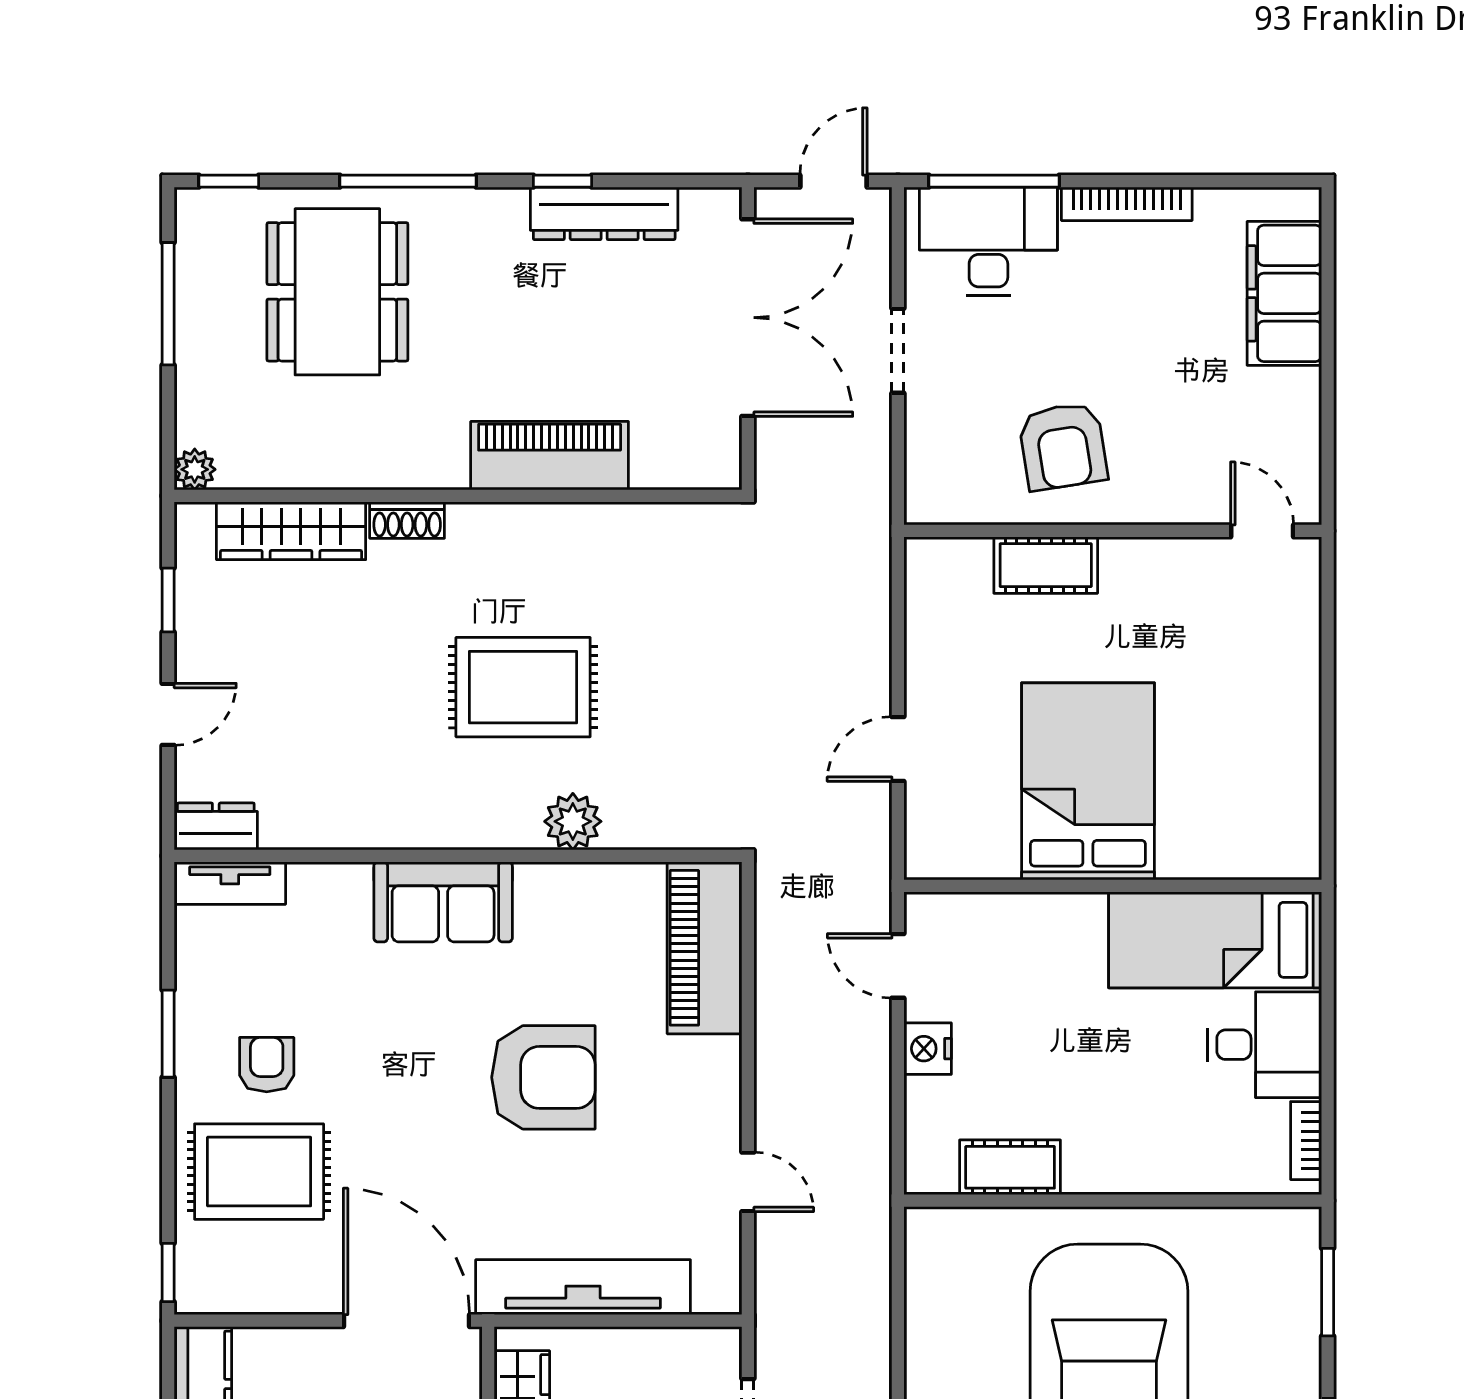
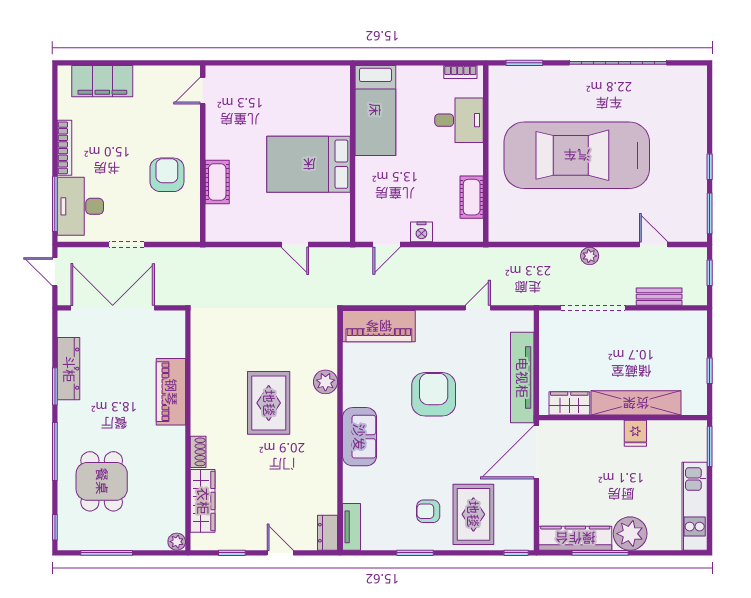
window: (562, 181) -> (55, 386), width x1.50
dining table: (337, 292) -> (102, 481), width x0.73
armchair: (1063, 446) -> (167, 175), turned -81
desk: (1265, 1045) -> (459, 120), moved, turned 90

